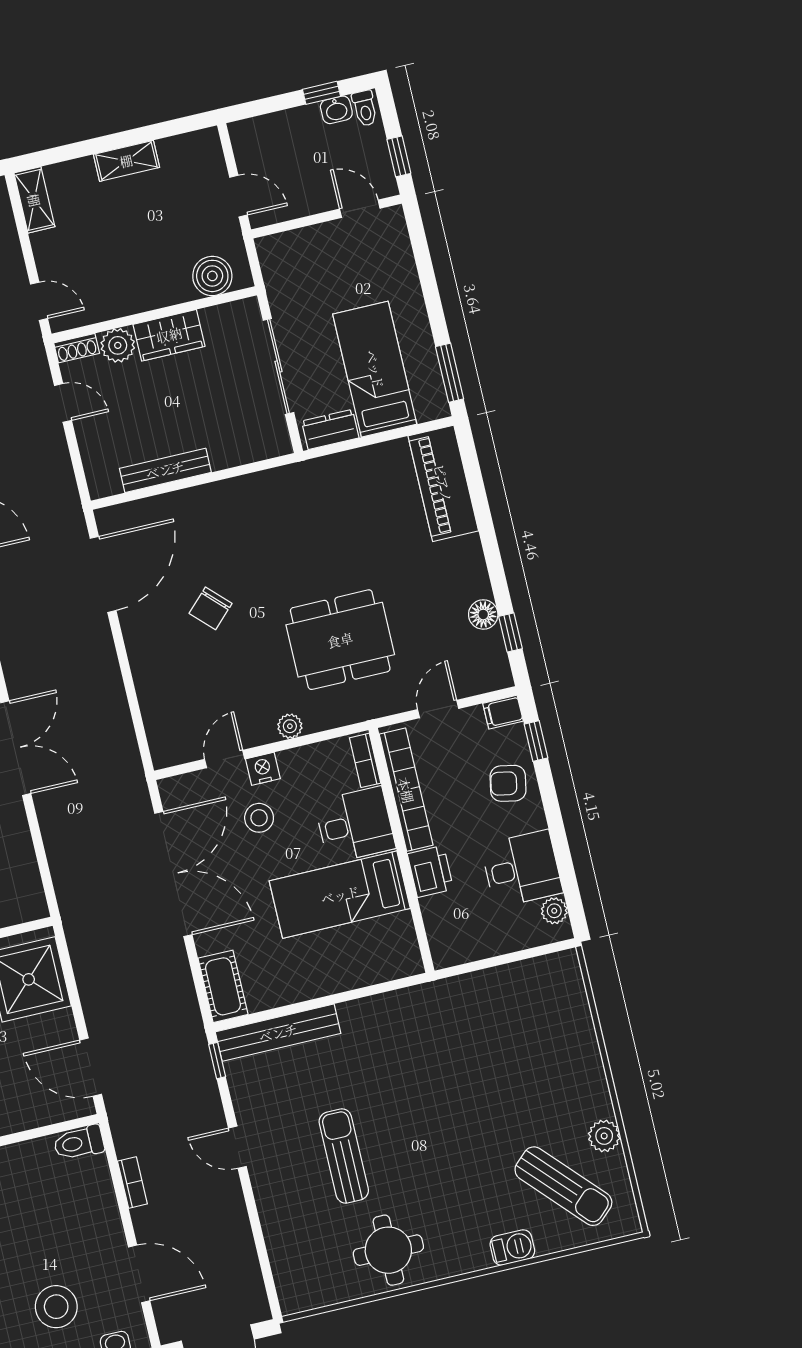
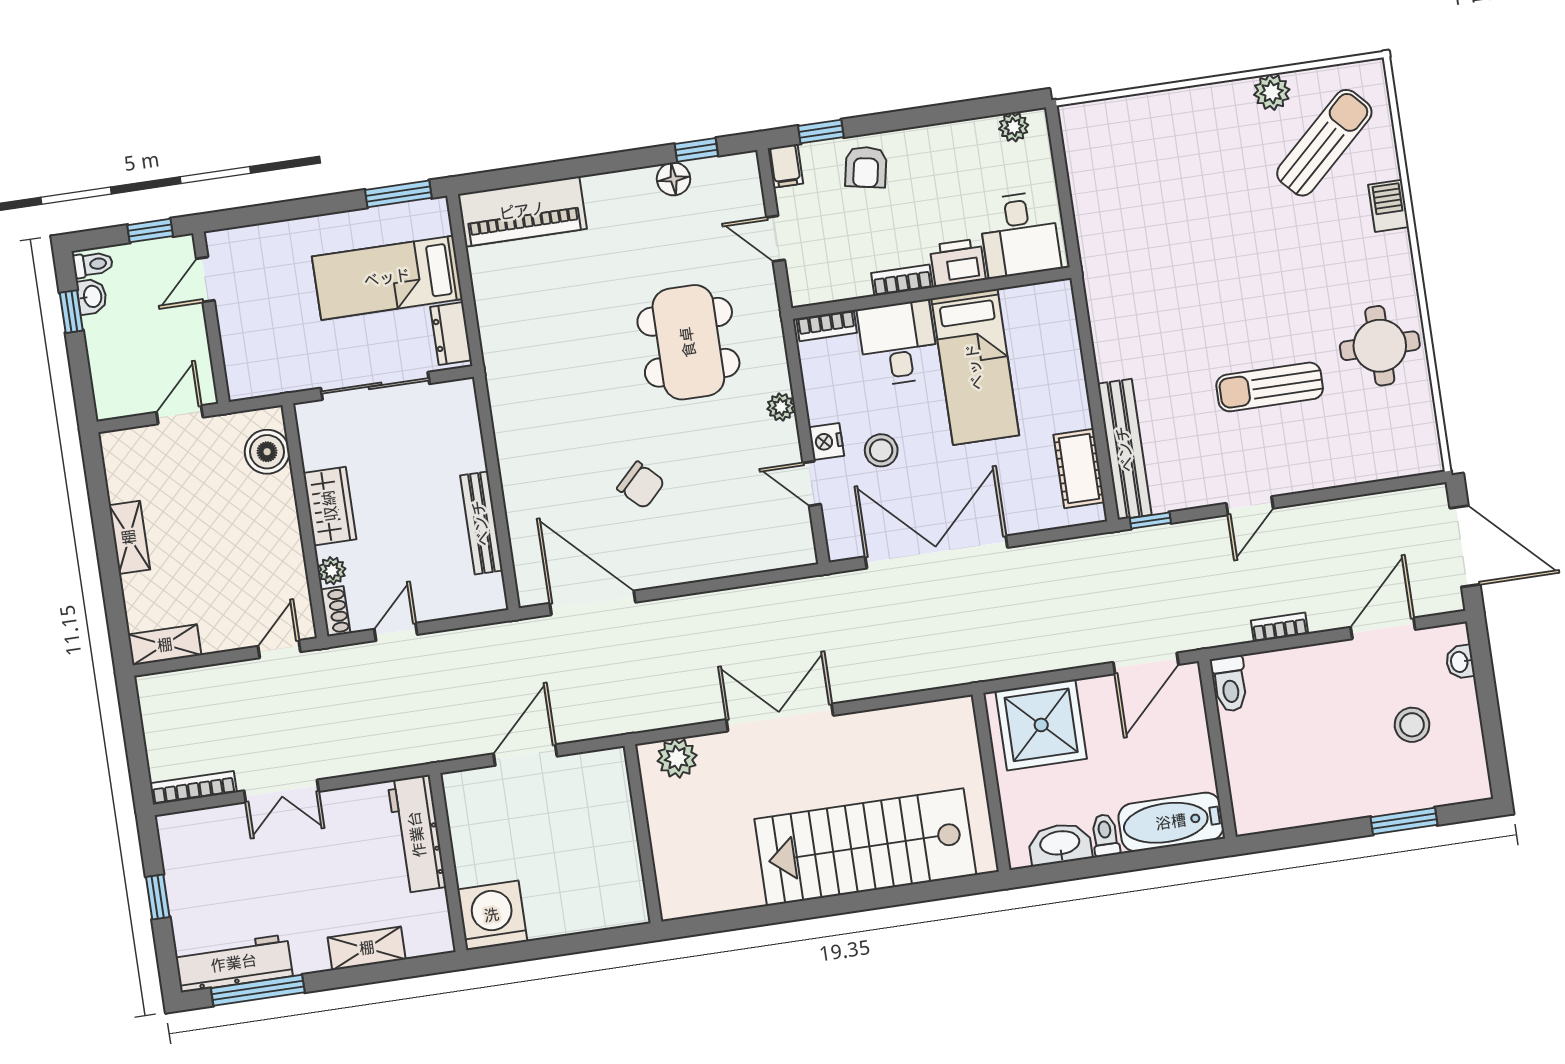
plant: (118, 345) -> (332, 571), width x0.73, depth x0.73
bookcase: (406, 790) -> (902, 280), width x0.43, depth x0.76
desk: (522, 869) -> (1019, 235), moved, turned 180
cot: (223, 986) -> (1079, 468), moved, turned 90
stool: (56, 1307) -> (1412, 725), width x0.73, depth x0.73

